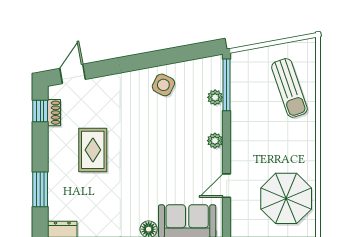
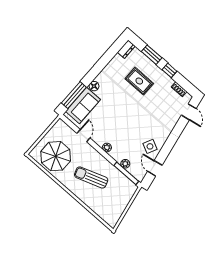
door: (187, 53) -> (155, 168), added
sun lounger: (289, 88) -> (91, 177), moved
window: (40, 111) -> (170, 70), moved
rug: (93, 150) -> (139, 81), moved

